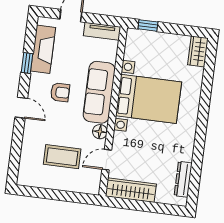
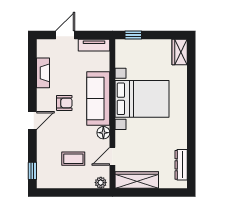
fireplace: (43, 49) -> (43, 73), width x0.73, depth x0.76
window: (27, 63) -> (32, 171), moved
door: (21, 108) -> (32, 121), hinge flipped
coffee table: (62, 157) -> (73, 159), width x0.73, depth x0.77
plant: (90, 188) -> (101, 183), added

